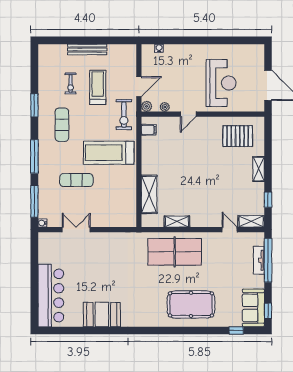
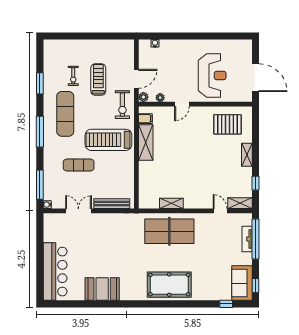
bench: (87, 49) -> (112, 204), moved
window: (34, 105) -> (40, 83), moved
exercise mat: (62, 125) -> (65, 114), width x1.36, depth x1.45
window: (34, 156) -> (40, 132), moved
shelving: (149, 194) -> (146, 143), moved
pool table: (191, 304) -> (169, 285), moved

